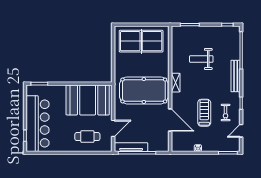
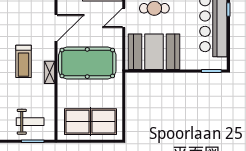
weight bench: (201, 59) -> (30, 122), moved
treadmill: (204, 113) -> (24, 61), moved
door: (170, 120) -> (56, 28), swing flipped

